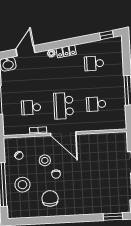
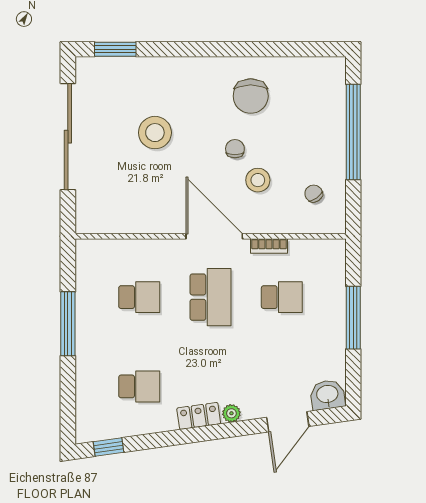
stool: (22, 185) -> (155, 133), moved

